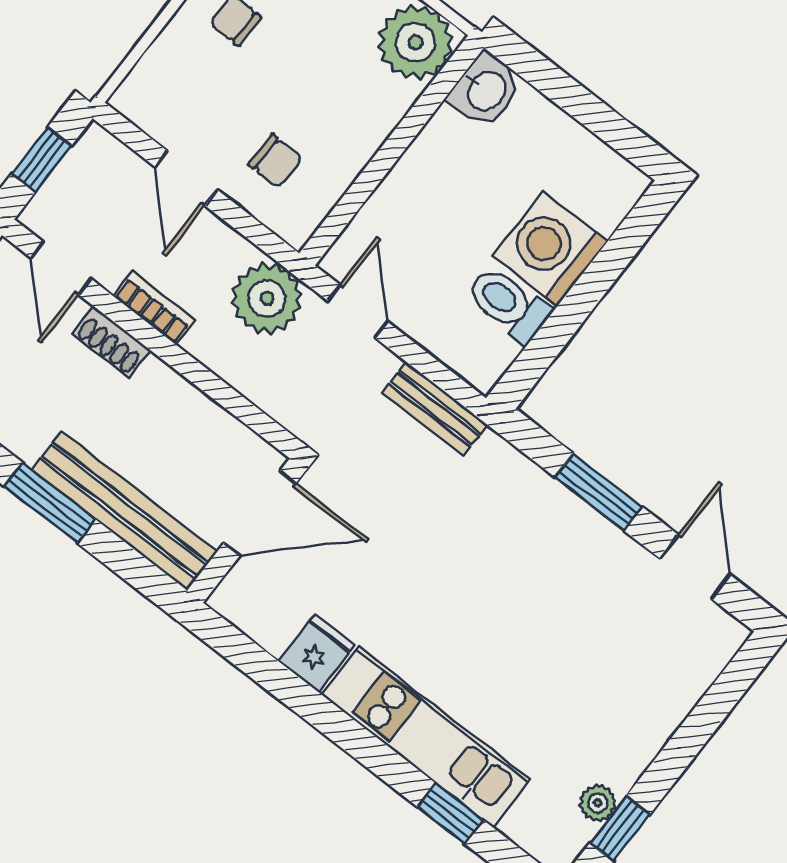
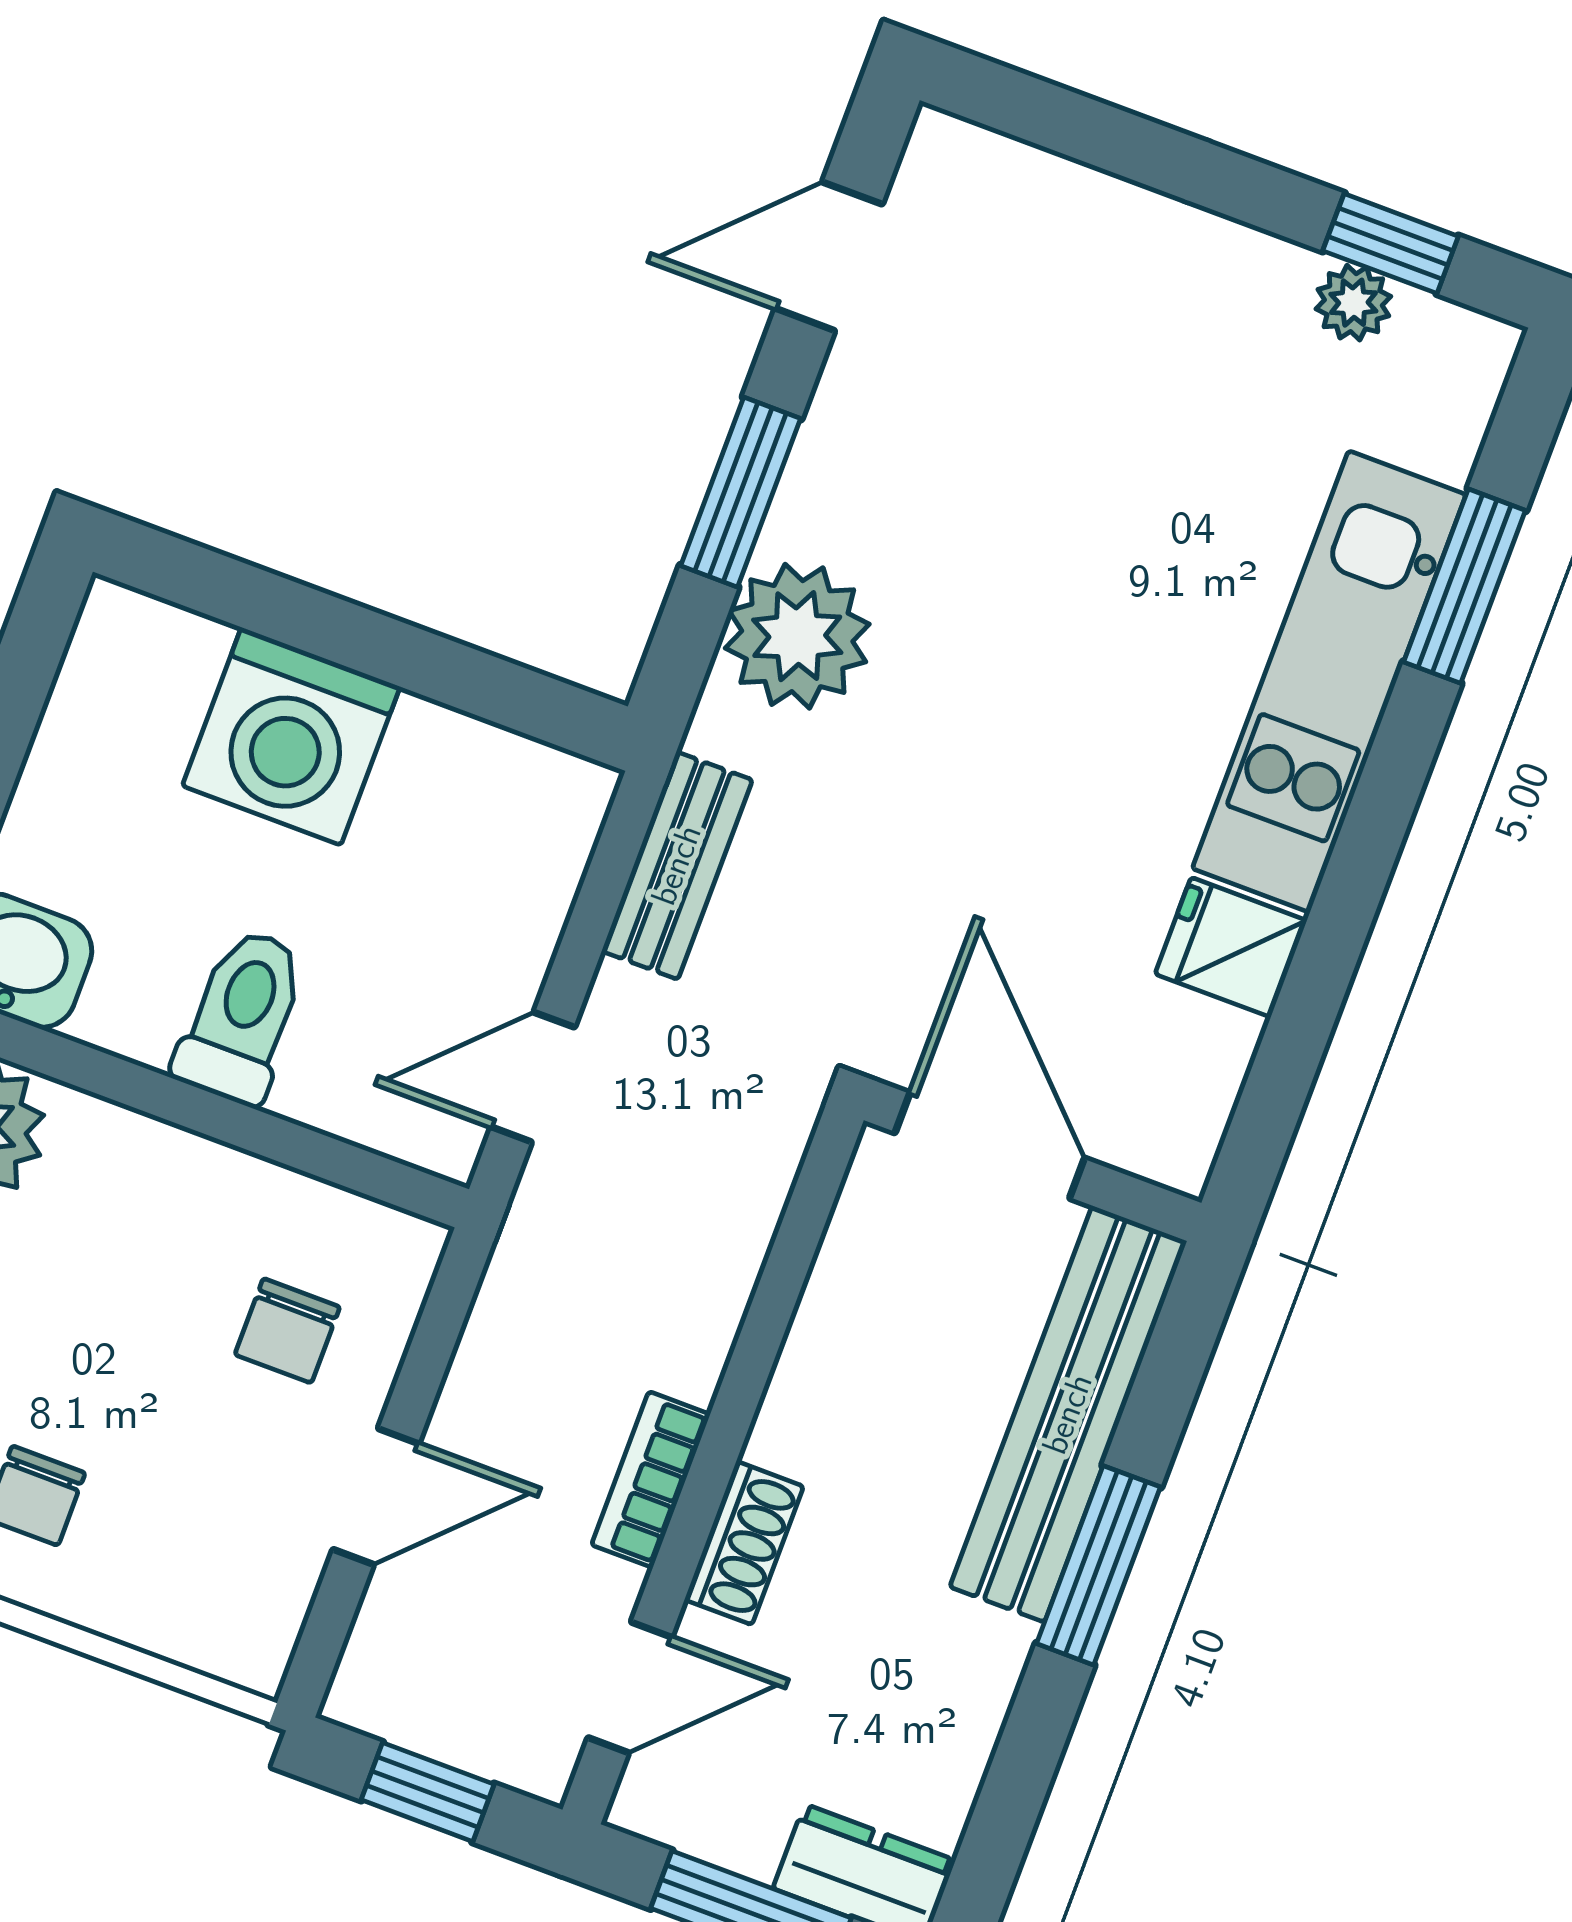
chair: (276, 161) -> (287, 1331), turned 180
plant: (267, 298) -> (797, 636), moved
toilet: (508, 304) -> (242, 1016), moved, turned 180
window: (451, 814) -> (1465, 586), width x1.50

